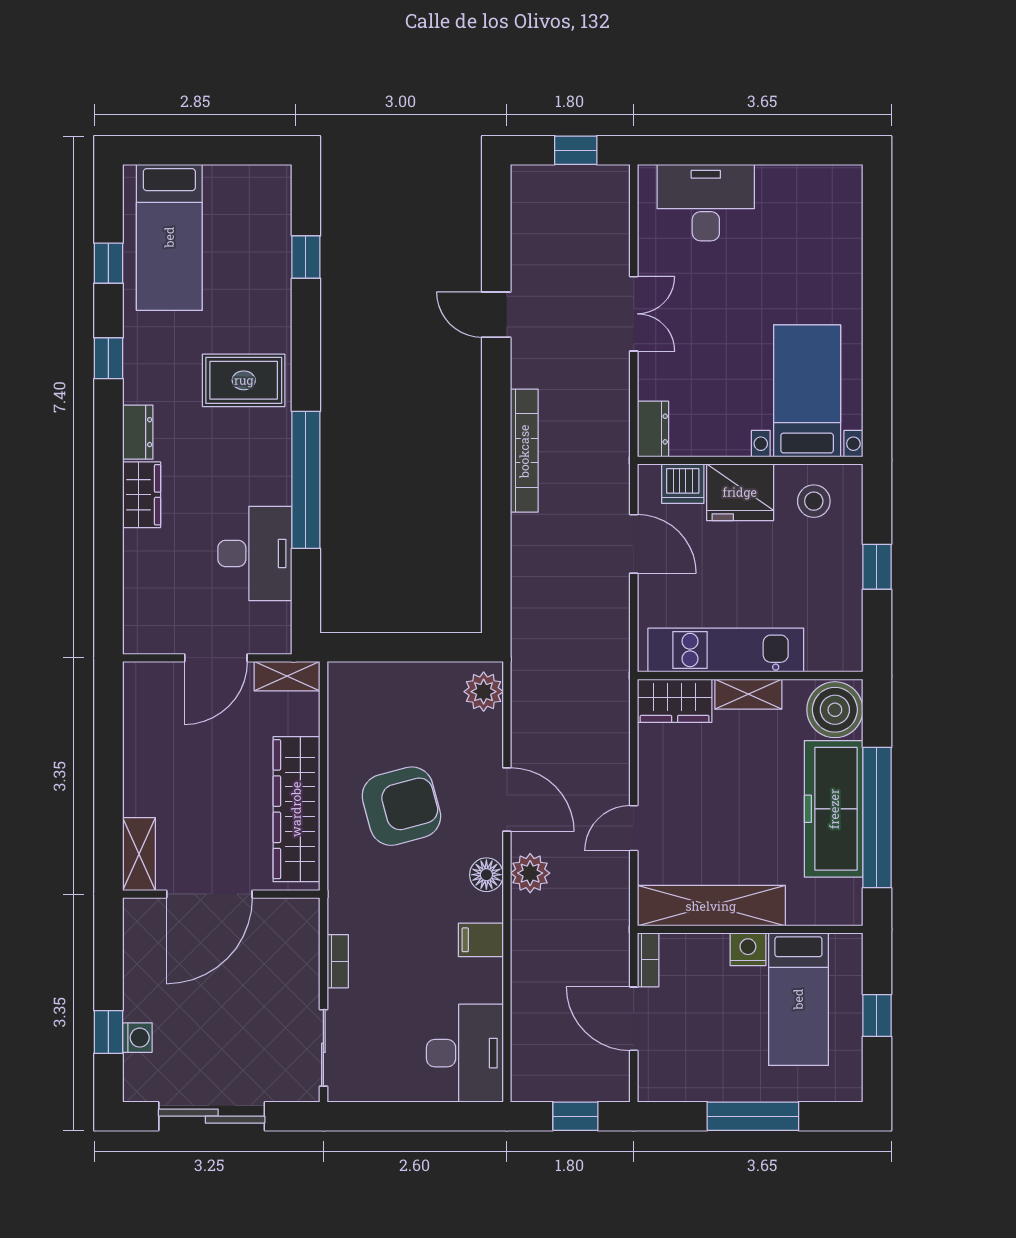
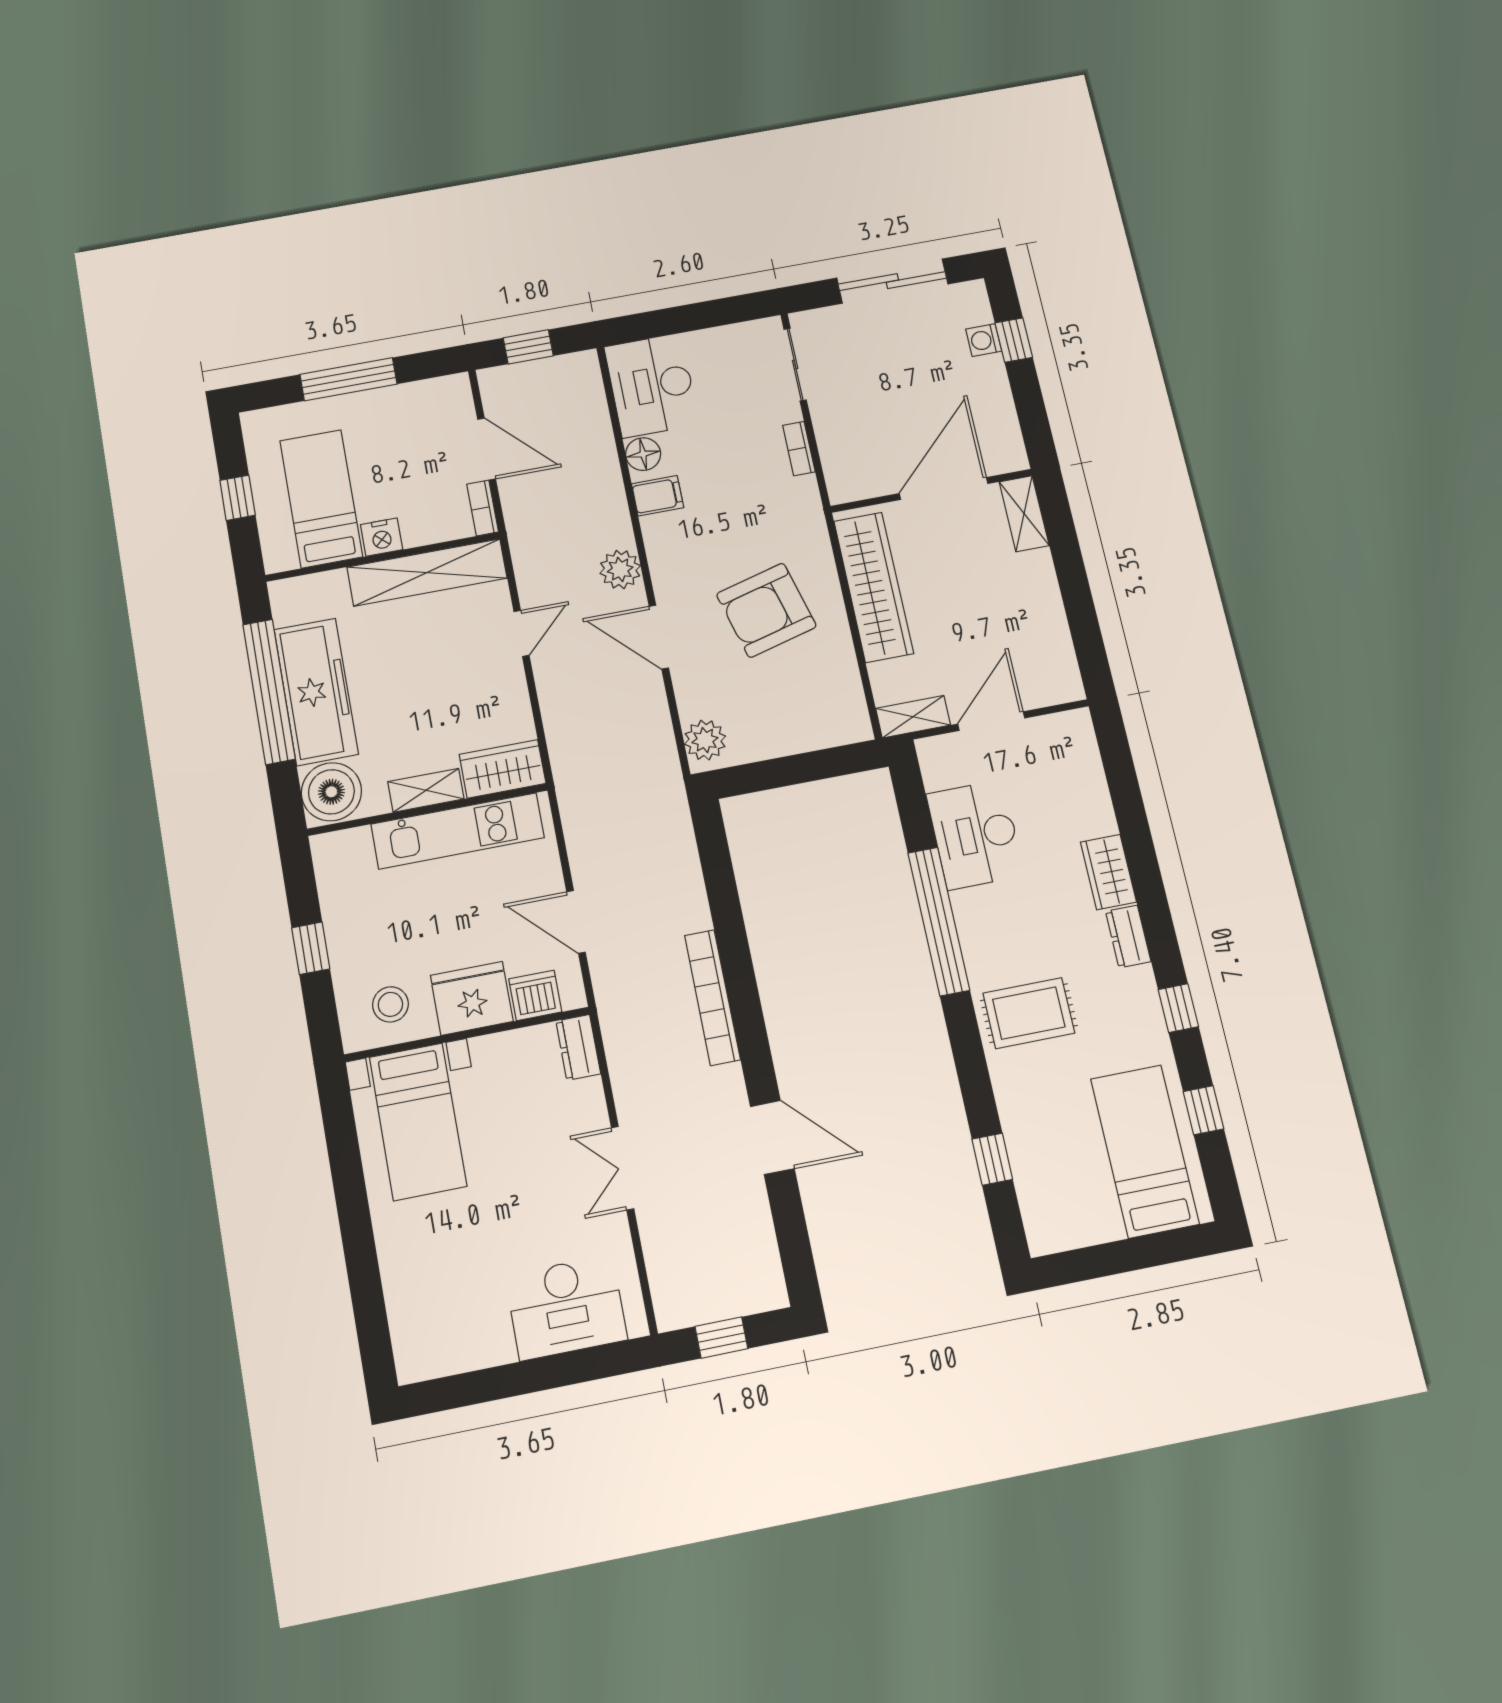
door: (496, 315) -> (772, 1137), width x1.38
floor lamp: (486, 875) -> (643, 454), moved

